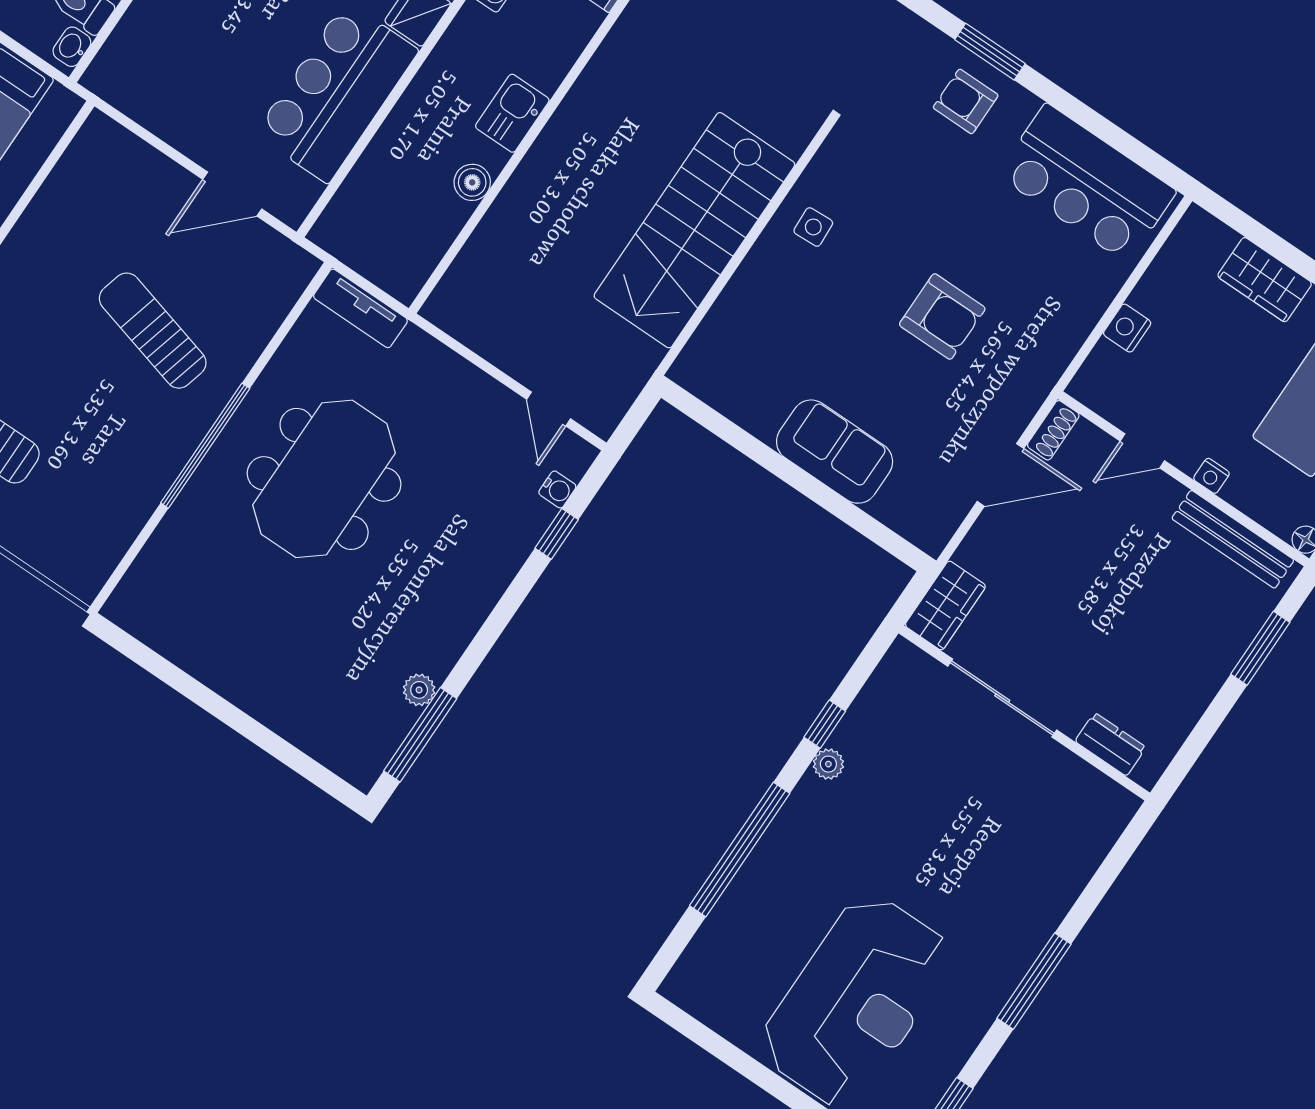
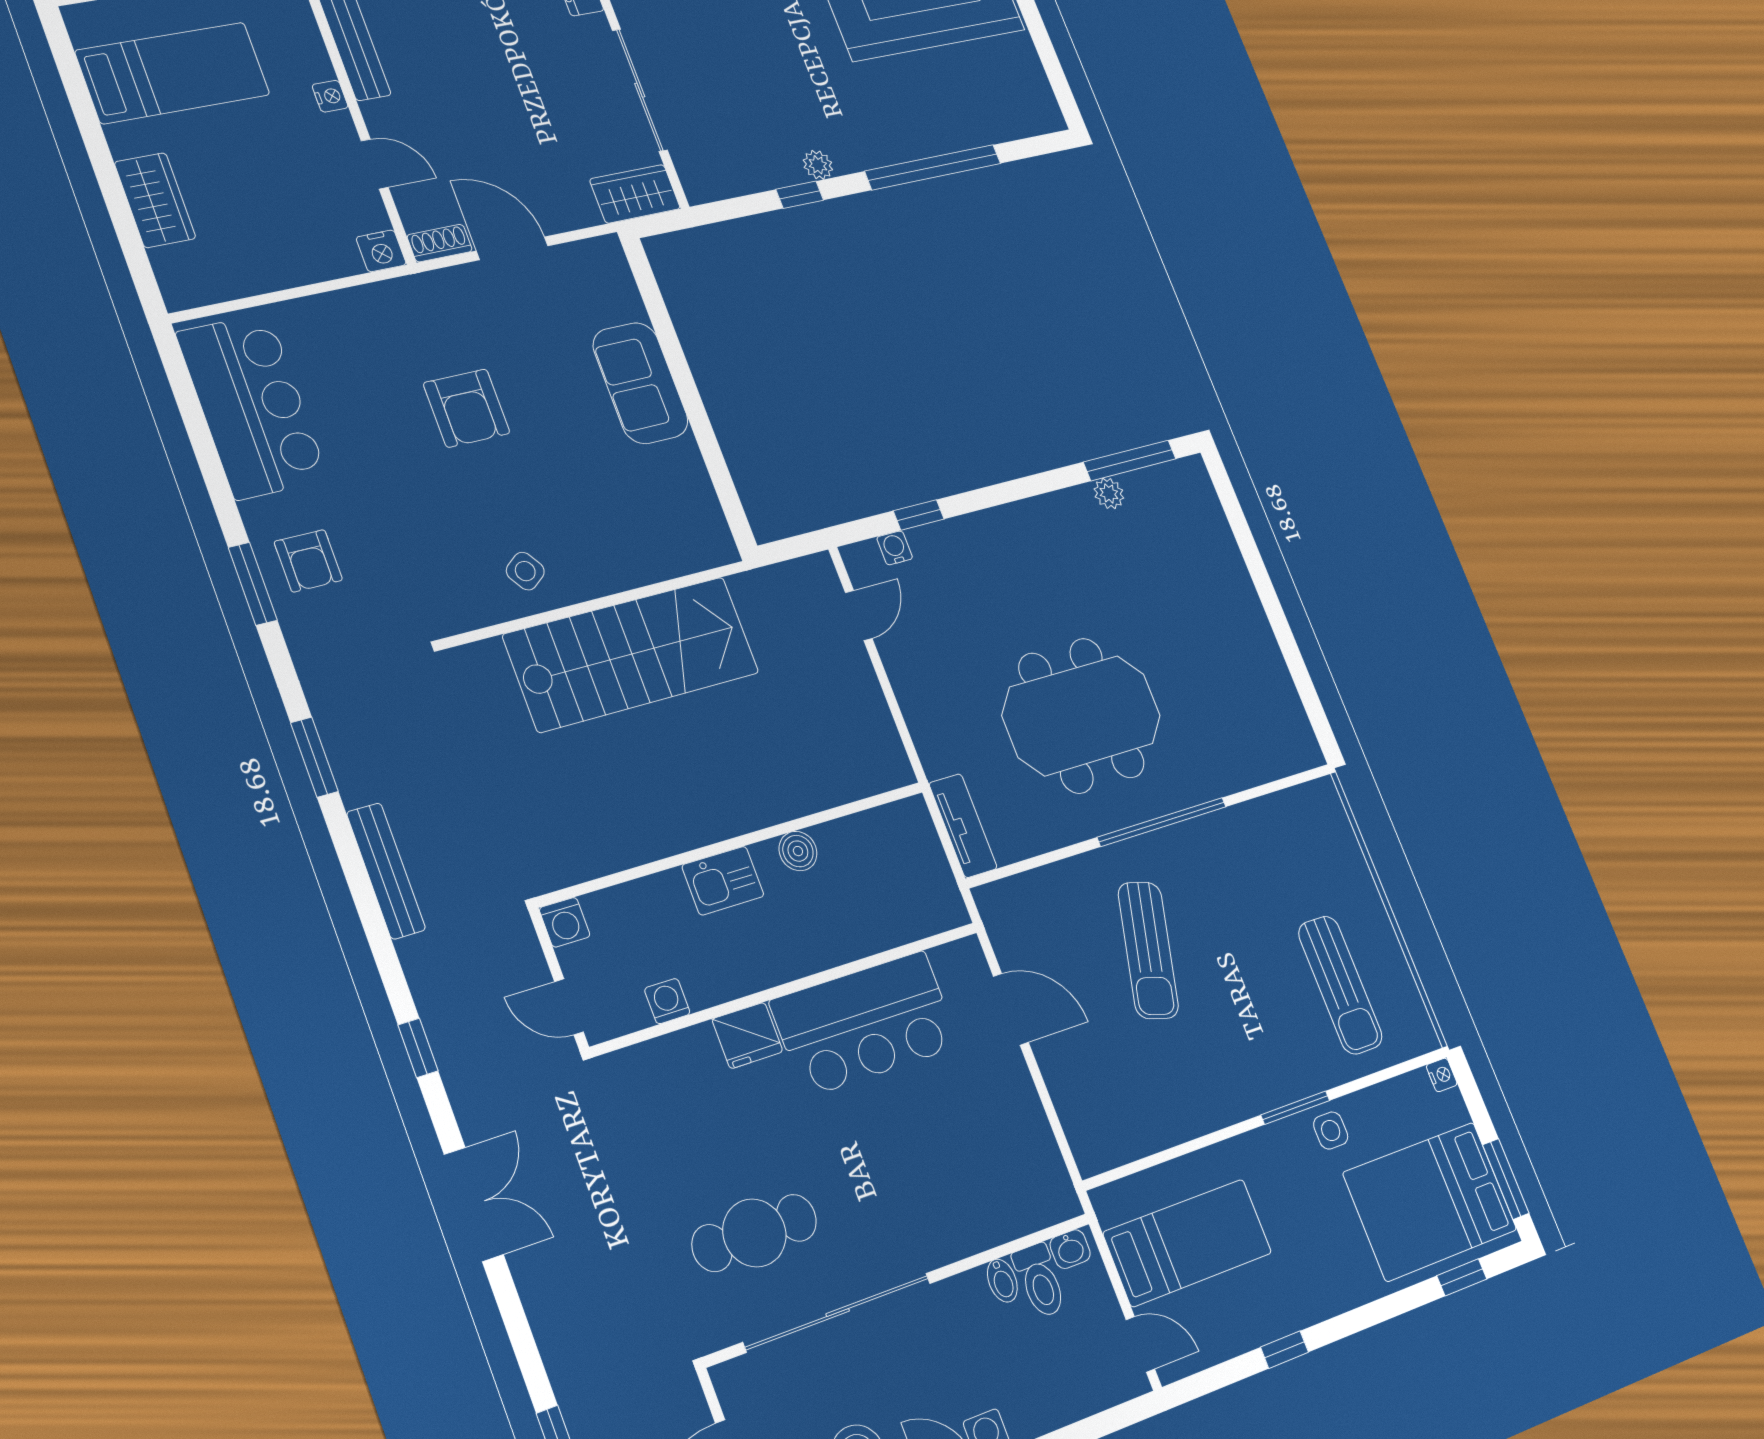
side table: (813, 227) -> (525, 571), turned -32
armchair: (942, 317) -> (467, 408), turned 180
nightstand: (1127, 328) -> (381, 251), moved

